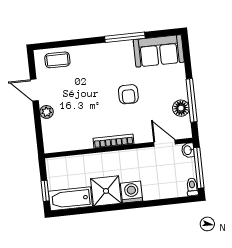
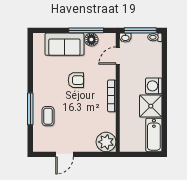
window: (125, 37) -> (30, 109), moved
sofa: (159, 51) -> (64, 44), moved, turned 90
coffee table: (57, 60) -> (48, 116), moved
plant: (47, 112) -> (106, 142), moved, width x1.88, depth x1.88
window: (45, 191) -> (145, 154), removed

